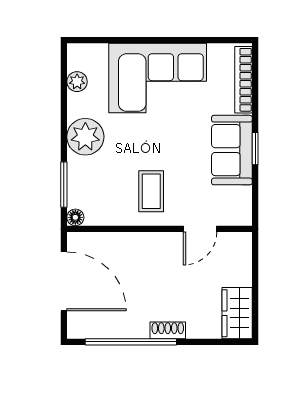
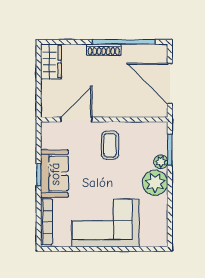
plant: (77, 82) -> (161, 162), moved
floor lamp: (75, 217) -> (162, 127), removed
door: (200, 229) -> (76, 120), width x1.38
shoe rack: (168, 330) -> (104, 50), width x1.43

